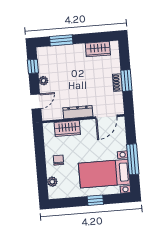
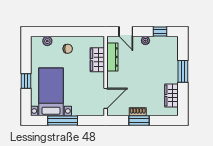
window: (61, 40) -> (183, 71), moved
dresser: (78, 112) -> (112, 57), moved
door: (106, 117) -> (106, 98), swing flipped

